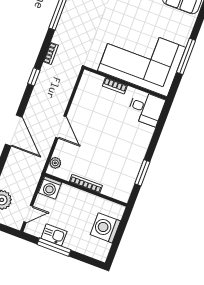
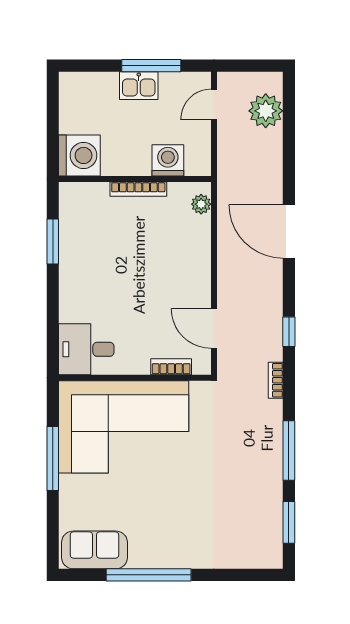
bookcase: (115, 86) -> (171, 367), moved
door: (61, 127) -> (214, 329), moved
washing machine: (50, 188) -> (168, 160), moved
washing machine: (105, 228) -> (79, 155), moved
kitchen sink: (54, 235) -> (139, 86), moved

